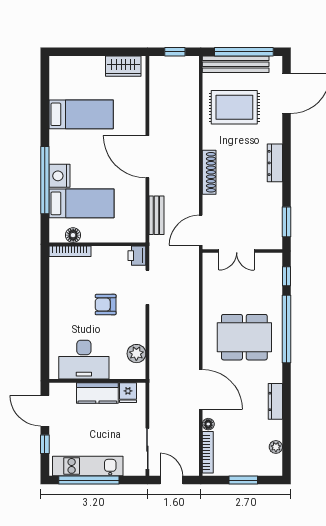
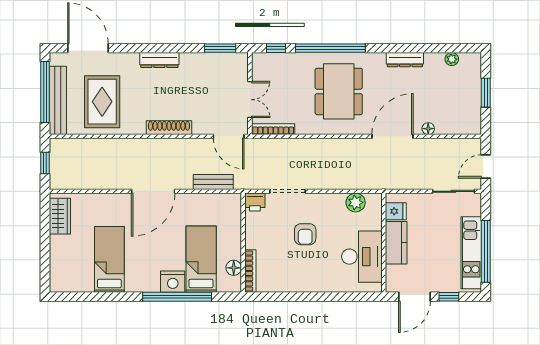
bookcase: (208, 452) -> (273, 129), moved

